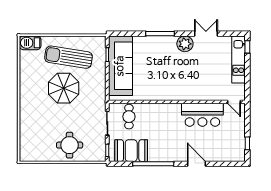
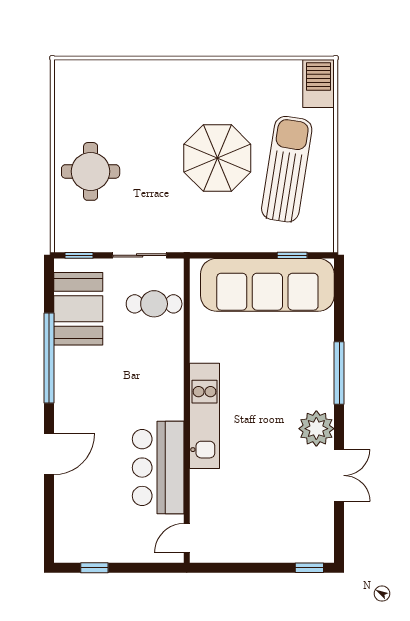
kitchen unit: (239, 59) -> (204, 416), moved, turned 90

